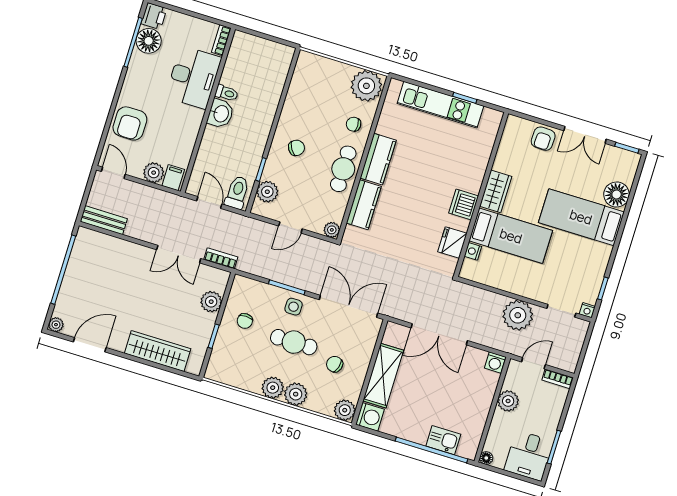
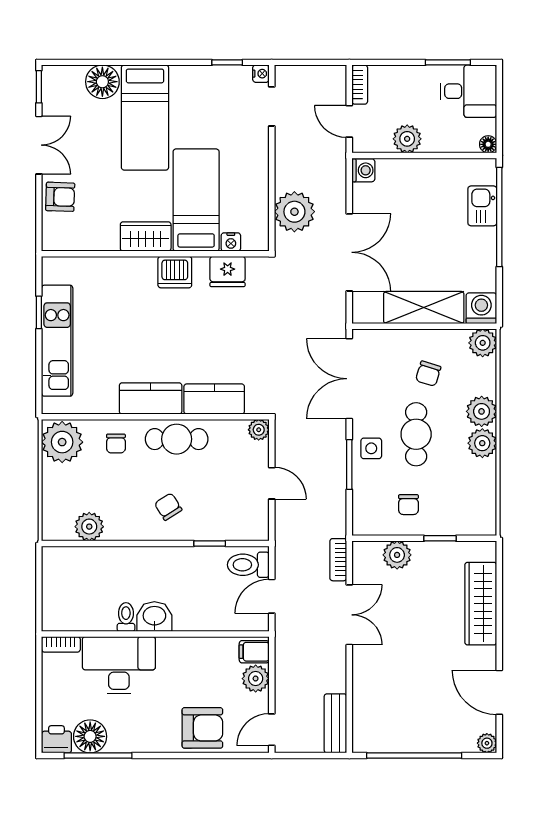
plant: (267, 192) -> (89, 527), moved
plant: (518, 315) -> (294, 212), moved
chair: (245, 321) -> (408, 505), turned 90

